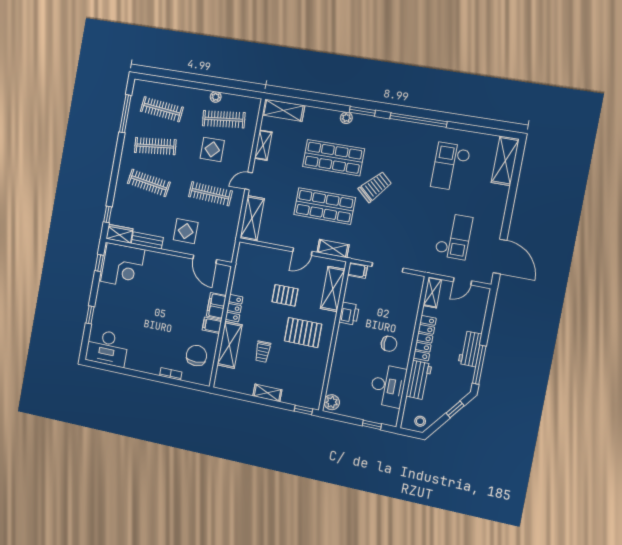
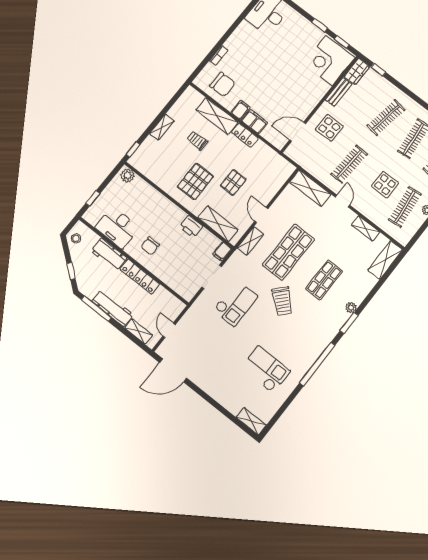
shop shelf: (333, 158) -> (324, 280), width x0.70, depth x0.74
shelving: (505, 161) -> (251, 421), width x0.67, depth x0.75
checkout: (454, 236) -> (236, 303), moved, turned -90
shelving: (432, 292) -> (139, 331), moved
window: (90, 315) -> (320, 25), moved
workbench: (470, 349) -> (113, 308), width x1.38

